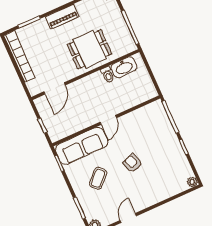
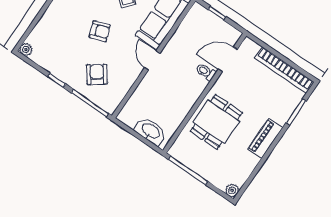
washbasin: (124, 67) -> (151, 131), moved, turned 90
toilet: (108, 75) -> (206, 72), moved
door: (55, 88) -> (228, 59), hinge flipped
armchair: (153, 134) -> (97, 74), added

